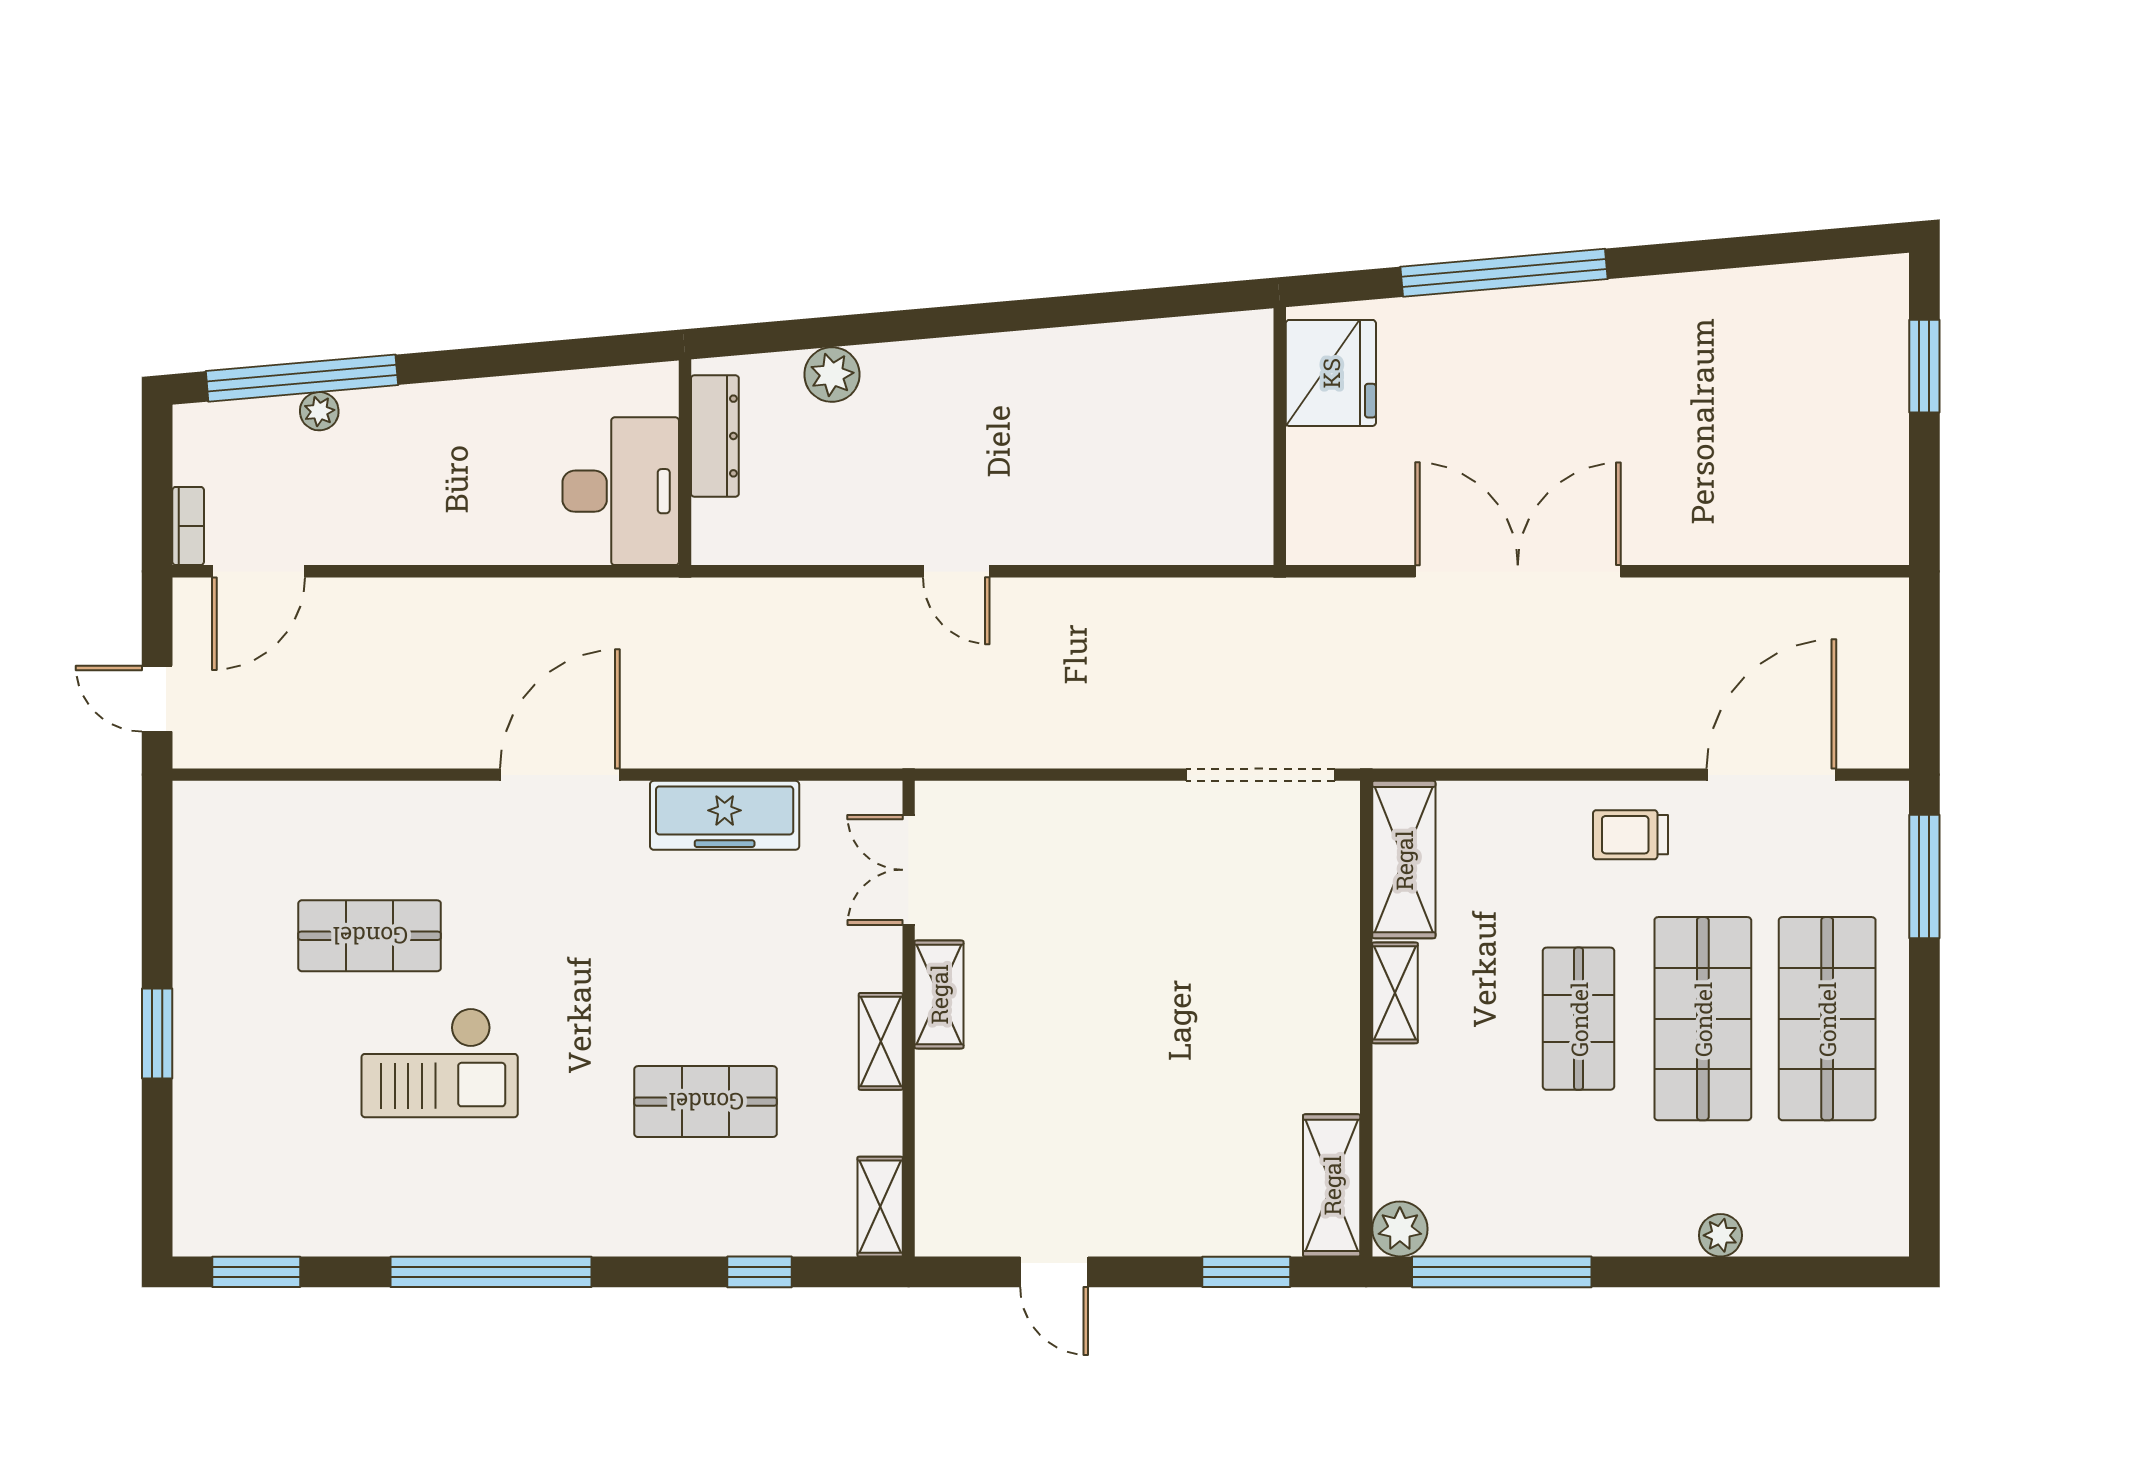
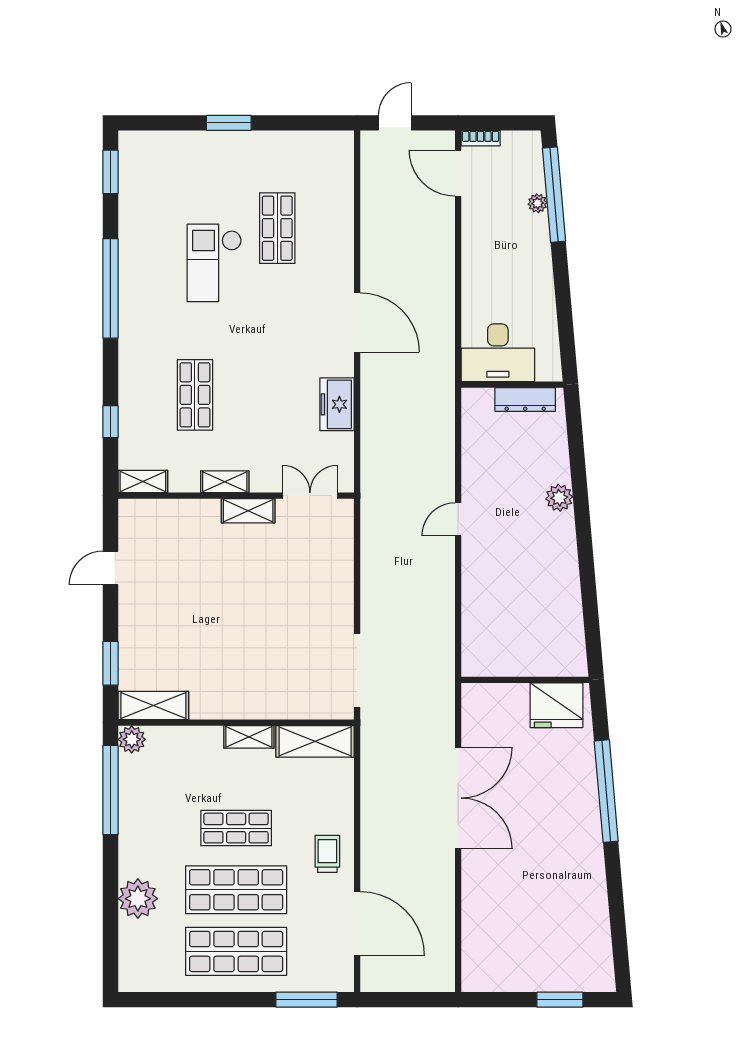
plant: (832, 375) -> (559, 498), moved
freezer: (725, 815) -> (337, 404), width x0.71
plant: (1720, 1235) -> (138, 899), width x1.88, depth x1.88

